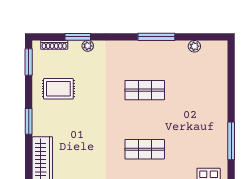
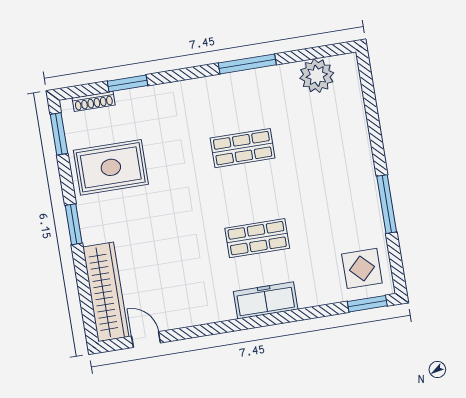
plant: (88, 46) -> (145, 95), removed
plant: (194, 46) -> (317, 76), width x1.88, depth x1.88
rug: (58, 89) -> (111, 167), width x1.36, depth x1.43

